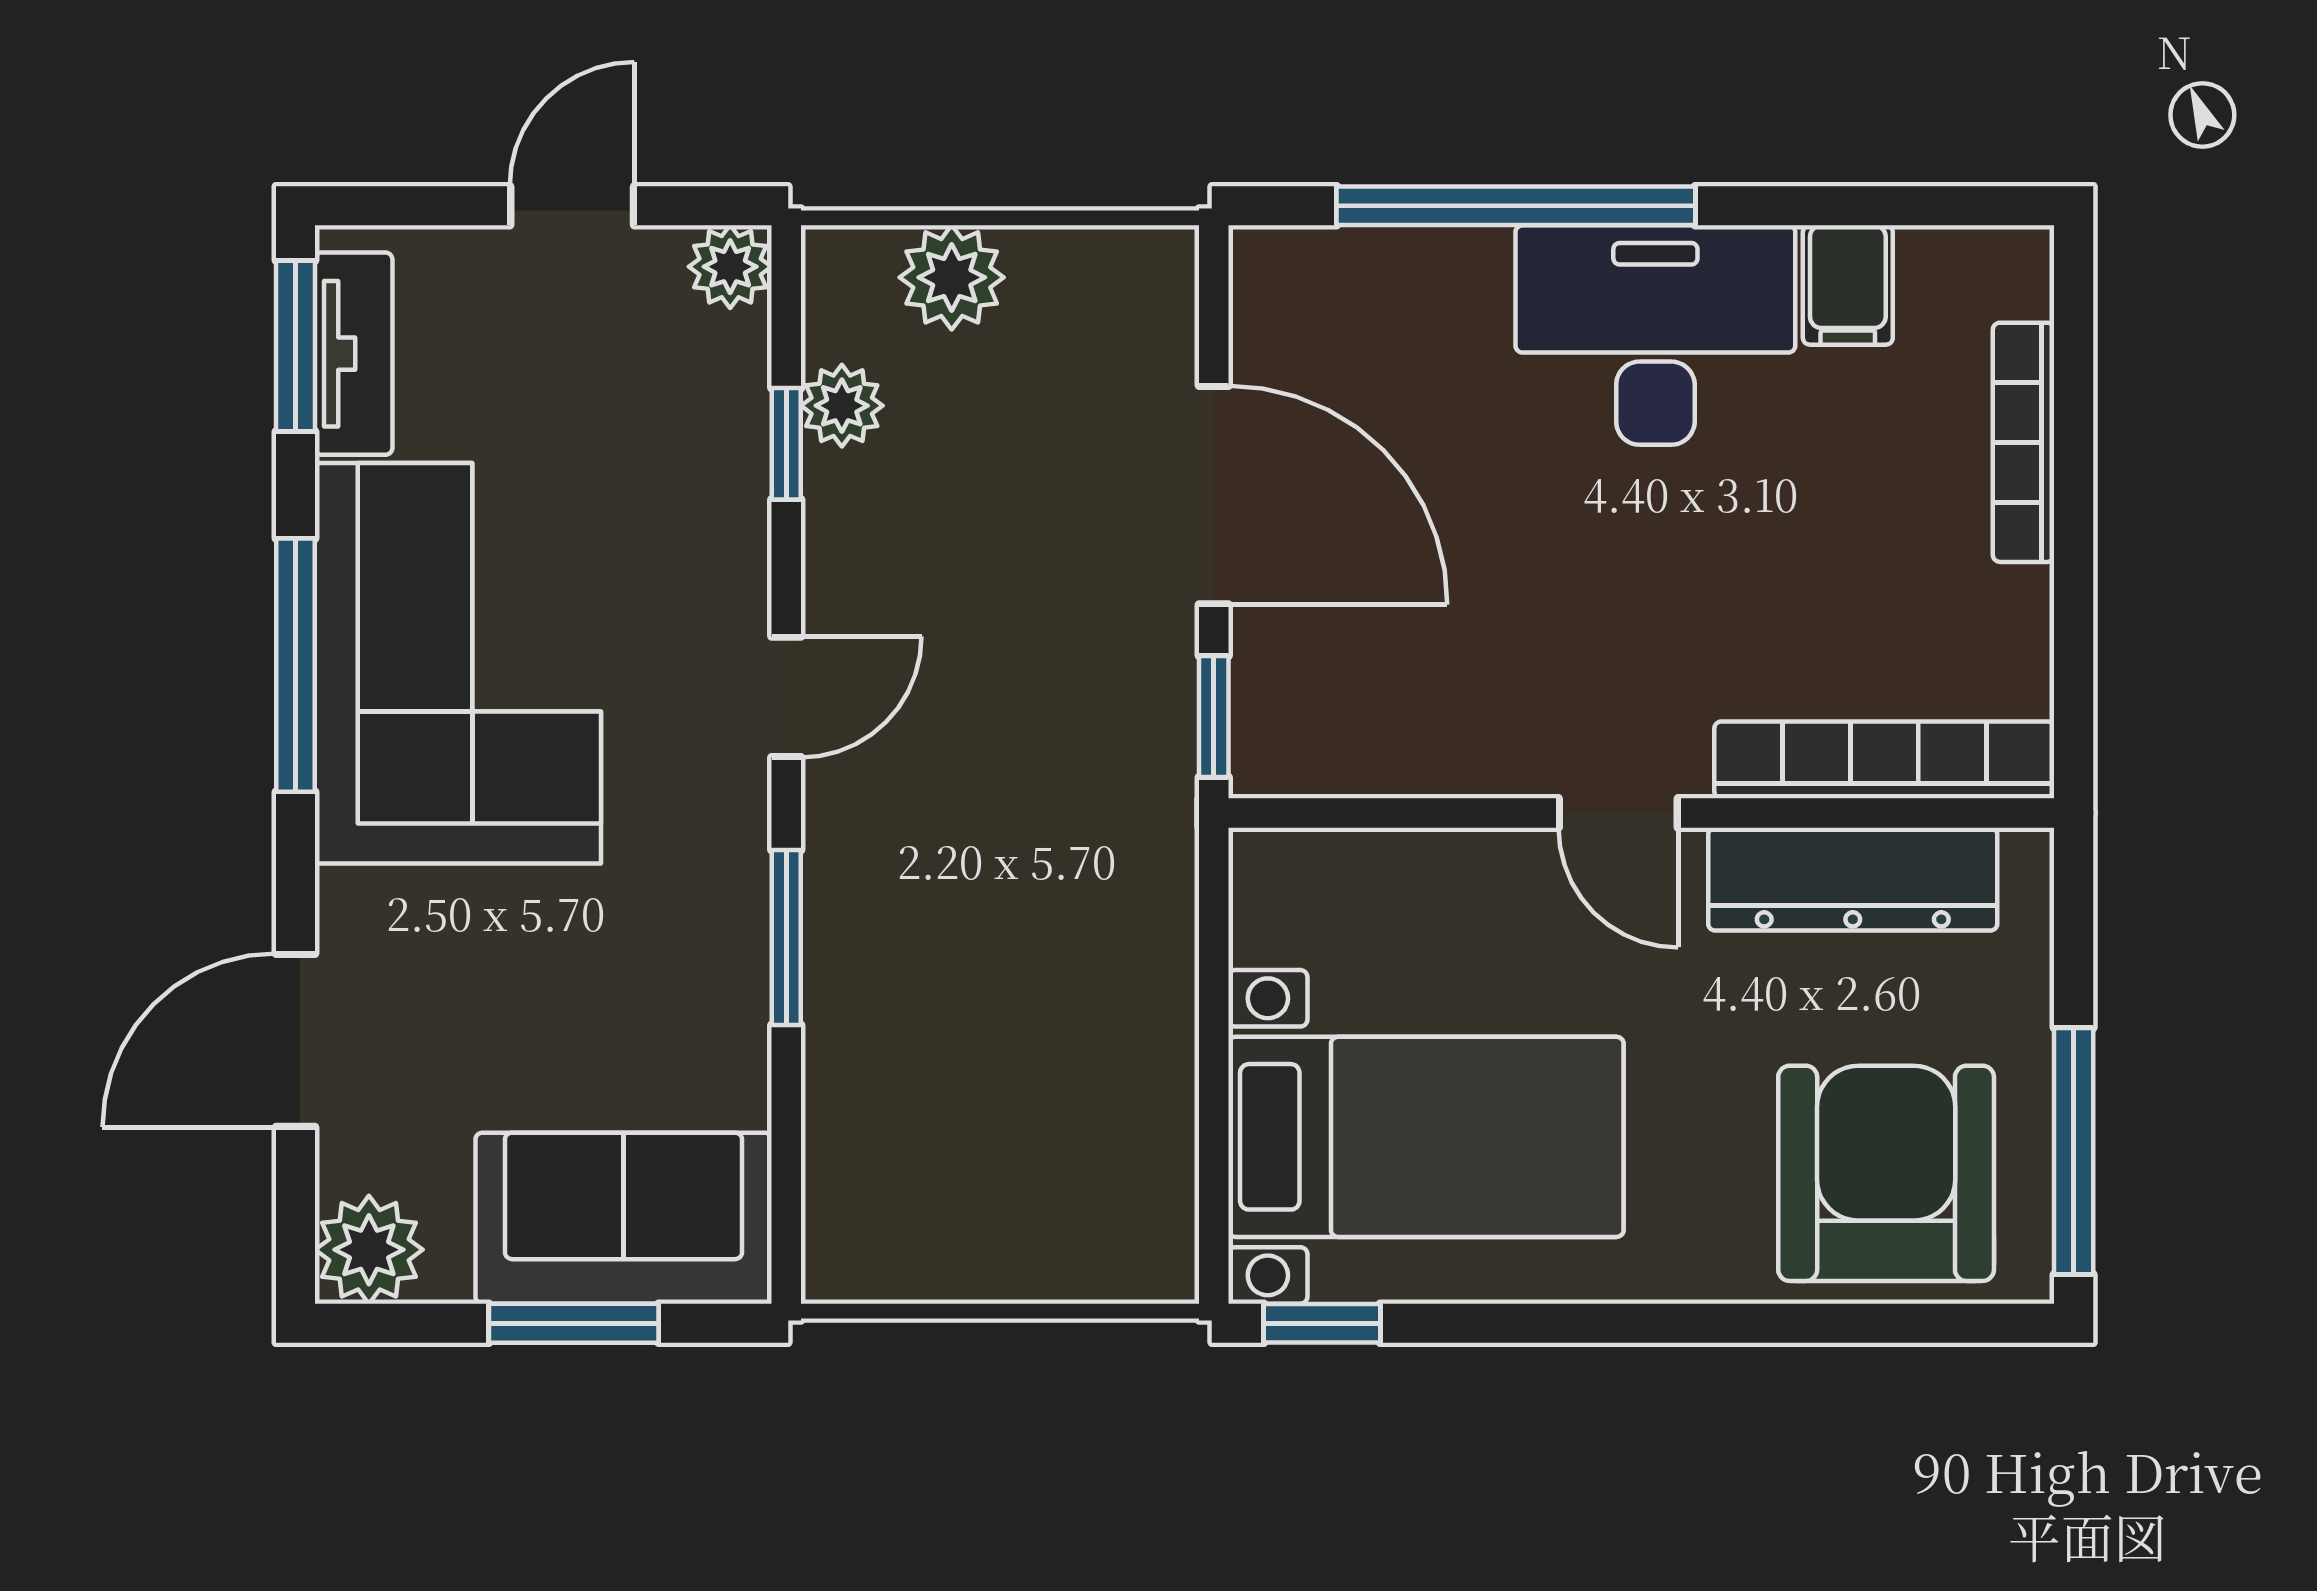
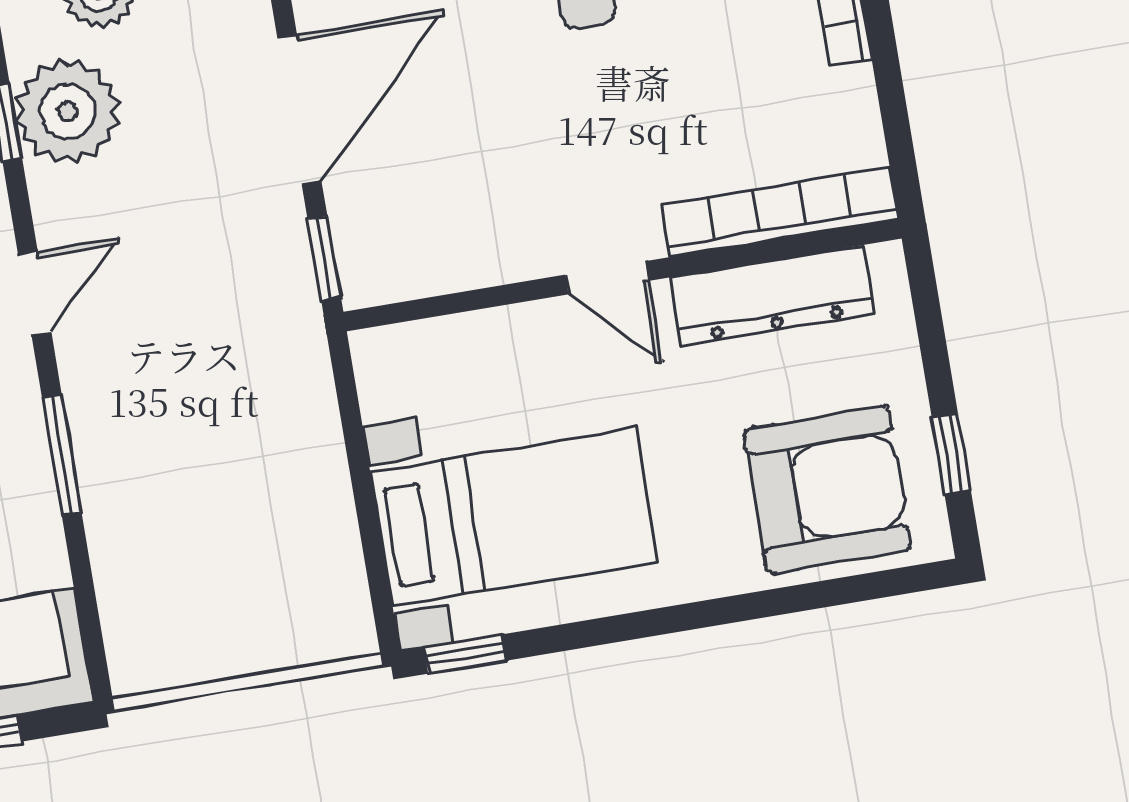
plant: (842, 406) -> (67, 111), width x1.88, depth x1.88
door: (1214, 495) -> (299, 110), hinge flipped
window: (2074, 1151) -> (951, 454), width x0.46
armchair: (1886, 1173) -> (828, 490), turned 90

